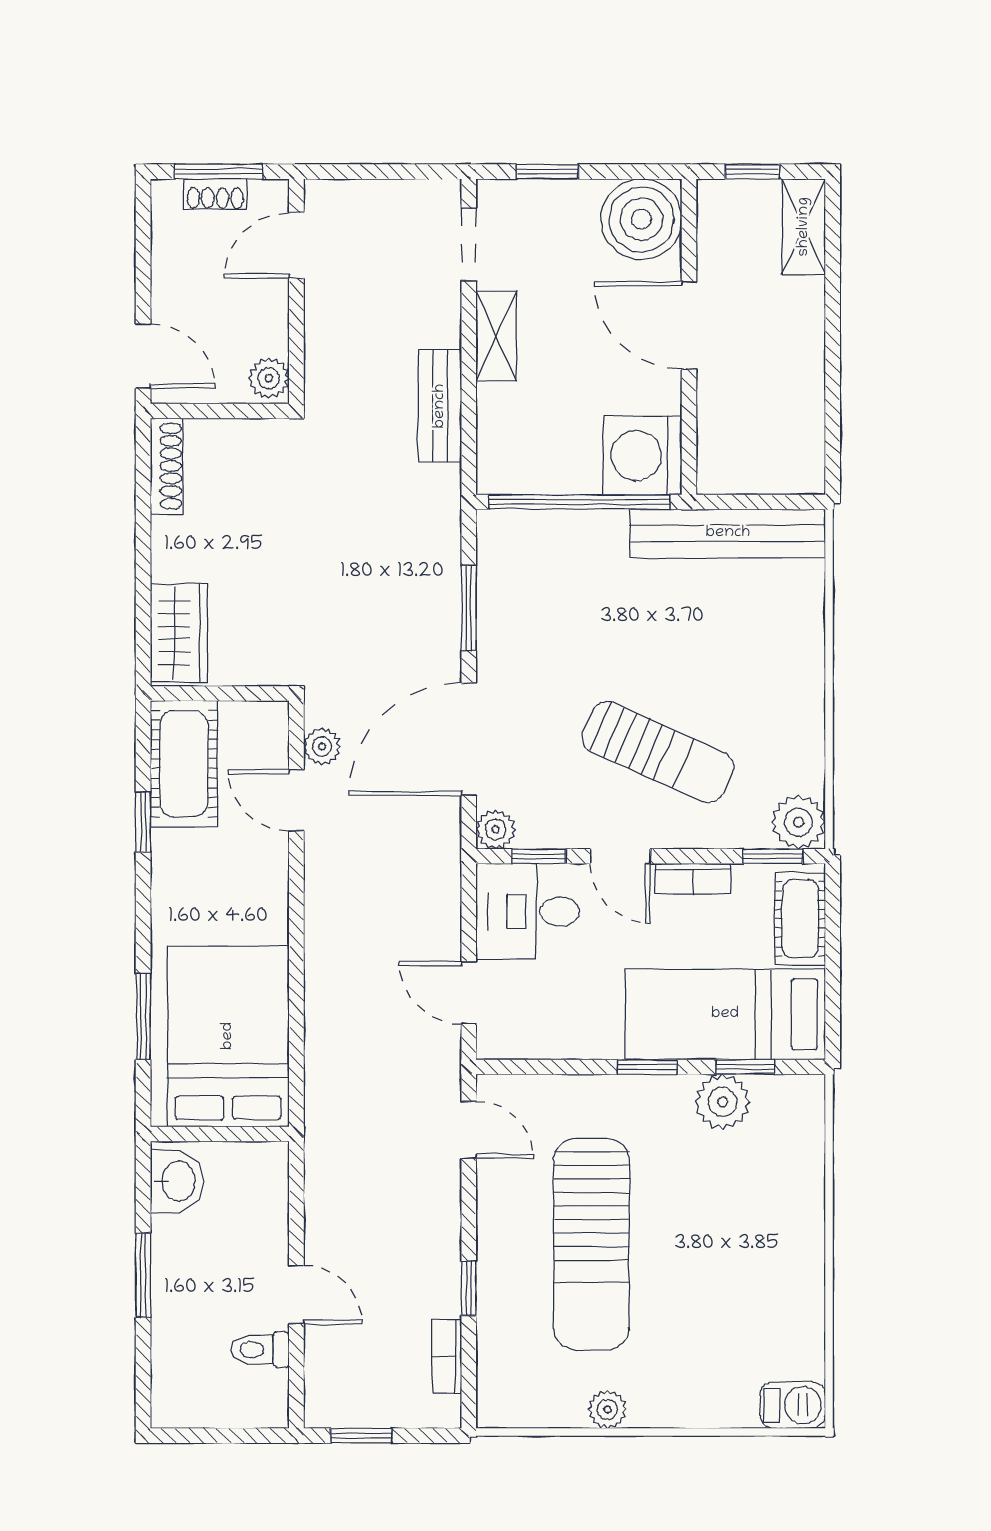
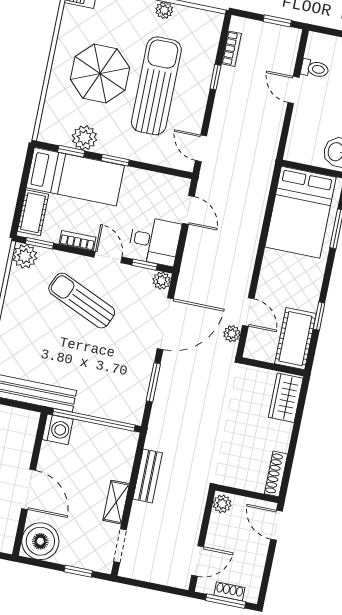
washing machine: (642, 455) -> (58, 429), width x0.73, depth x0.73
parasol: (717, 1246) -> (100, 73), added

